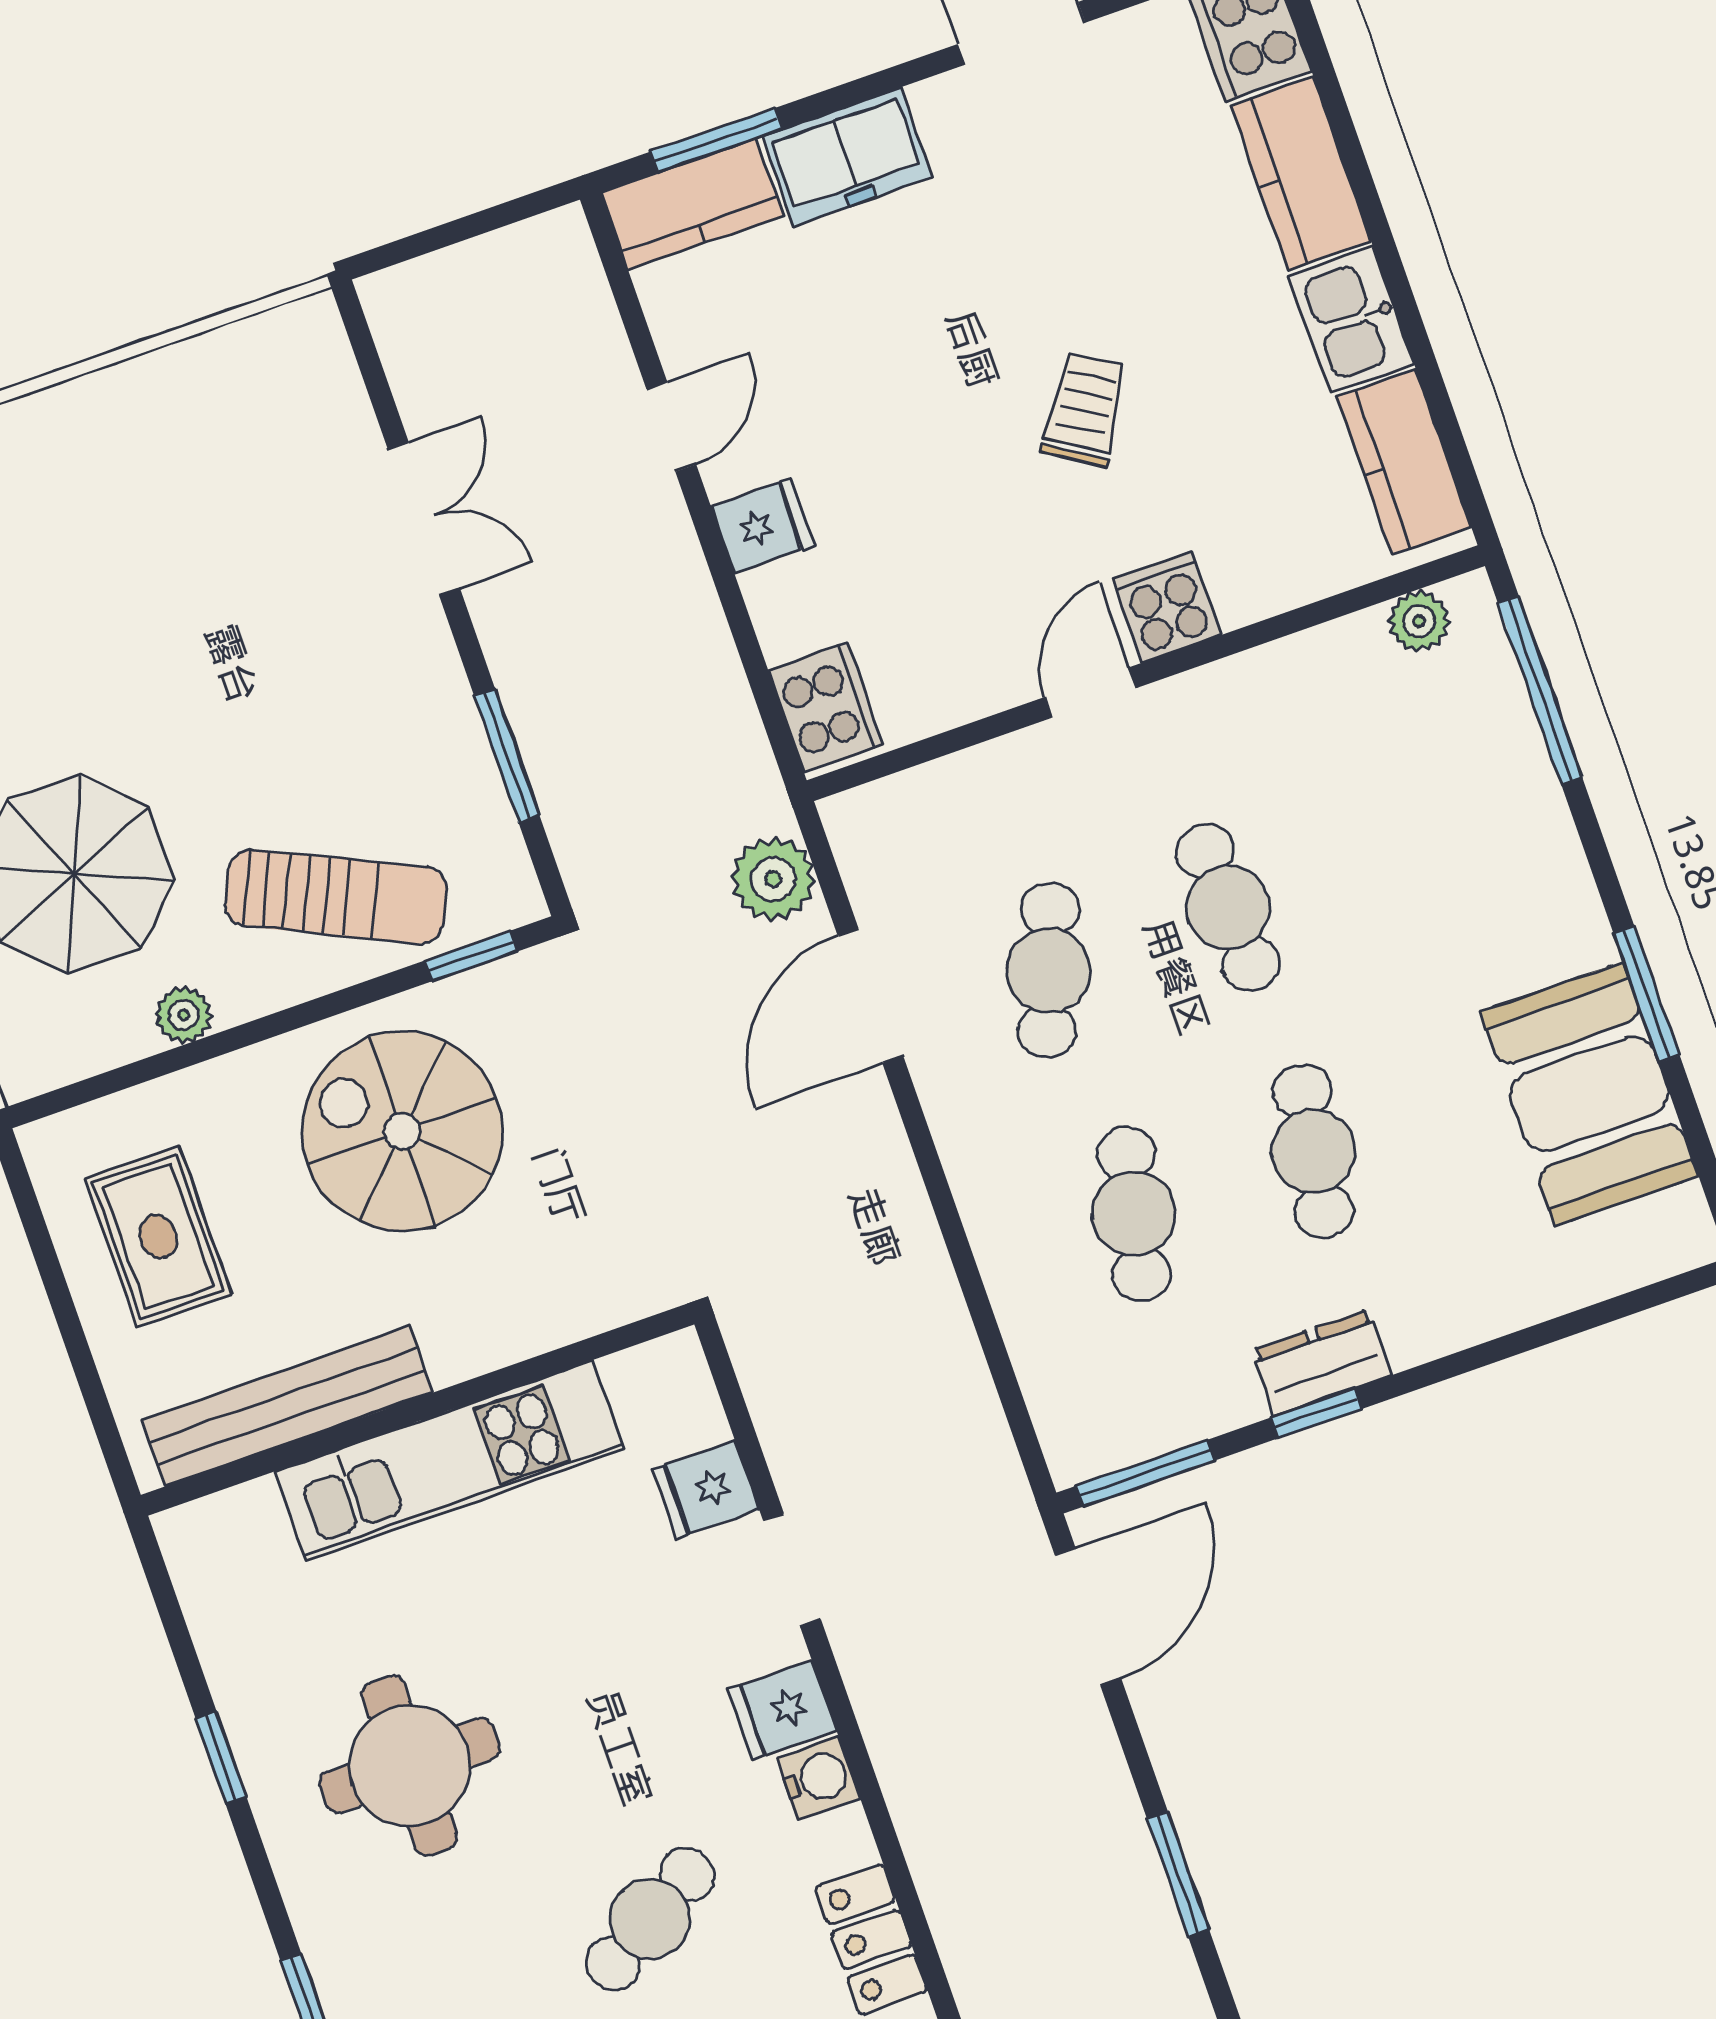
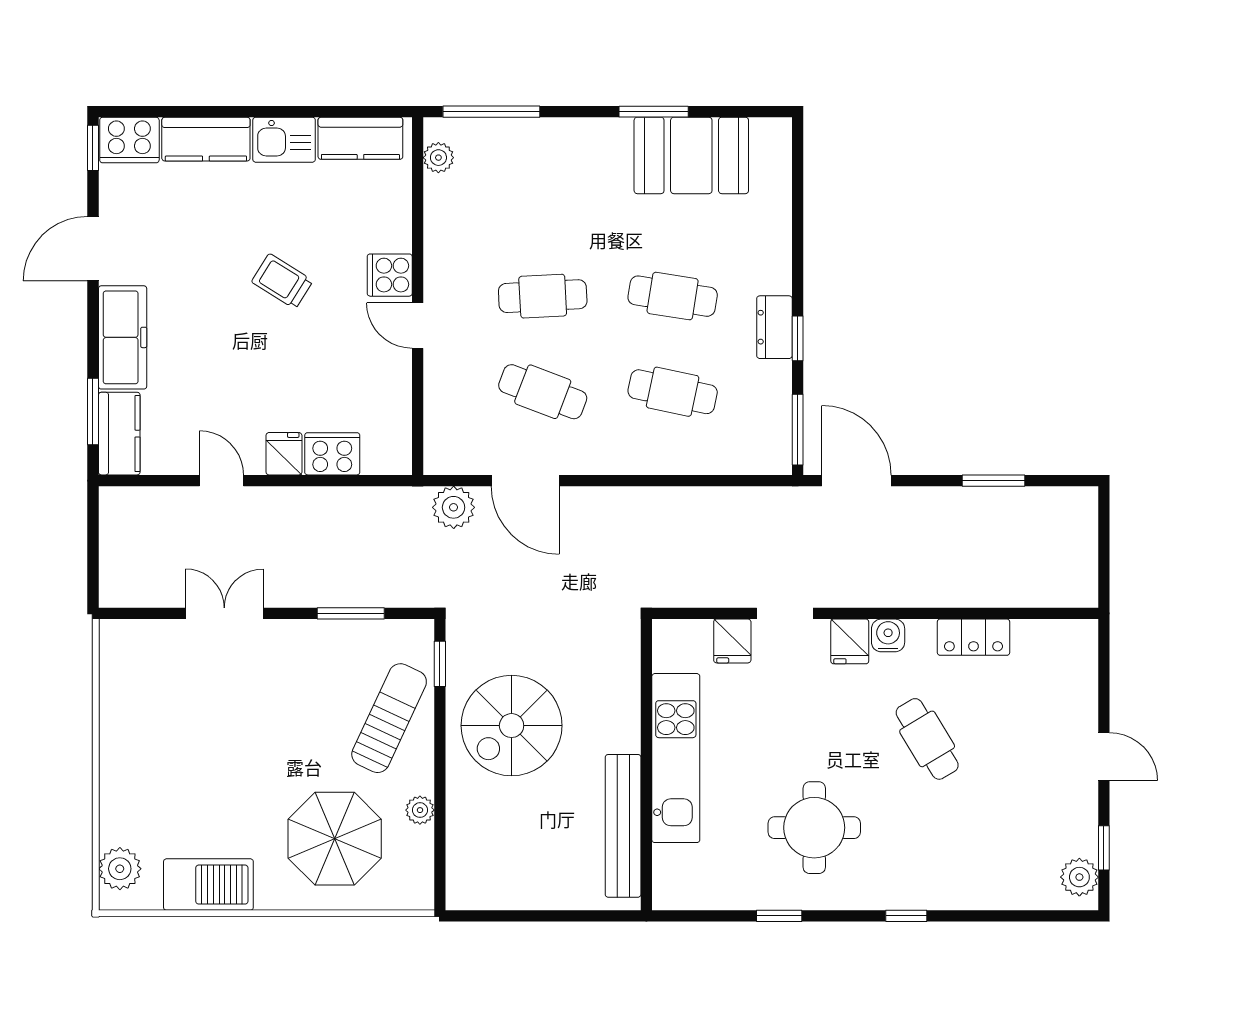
freezer: (847, 157) -> (123, 337), width x1.40
cooker: (826, 707) -> (332, 454), moved
rug: (158, 1237) -> (521, 859), removed

